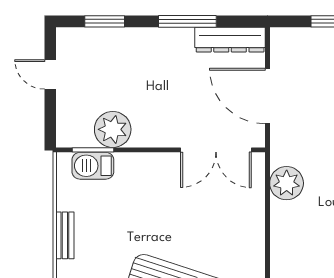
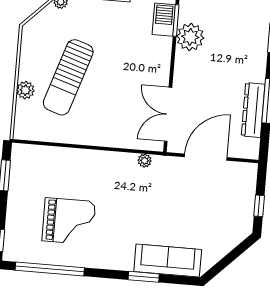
dresser: (230, 40) -> (253, 110), moved
plant: (287, 183) -> (145, 161), width x0.53, depth x0.53

